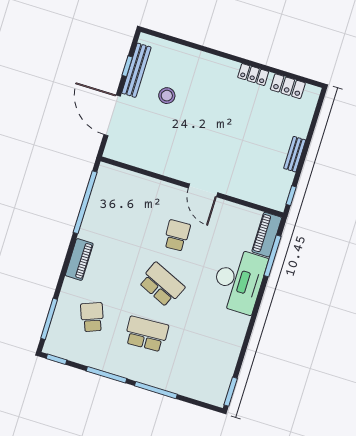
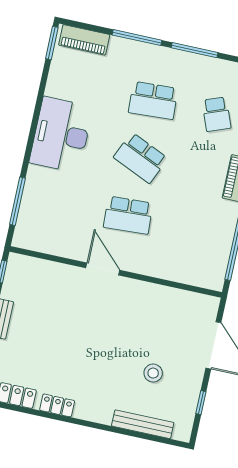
bench: (136, 70) -> (143, 424), moved, turned 90
school desk: (177, 235) -> (128, 215), width x1.85
piano: (267, 235) -> (84, 40), moved, turned 90
desk: (239, 281) -> (61, 135), moved

